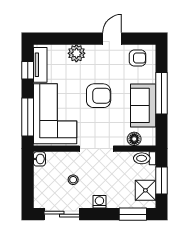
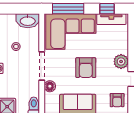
plant: (76, 53) -> (121, 61), moved
floor lamp: (134, 139) -> (50, 86), moved
washbasin: (39, 159) -> (28, 21), width x1.91, depth x1.45

